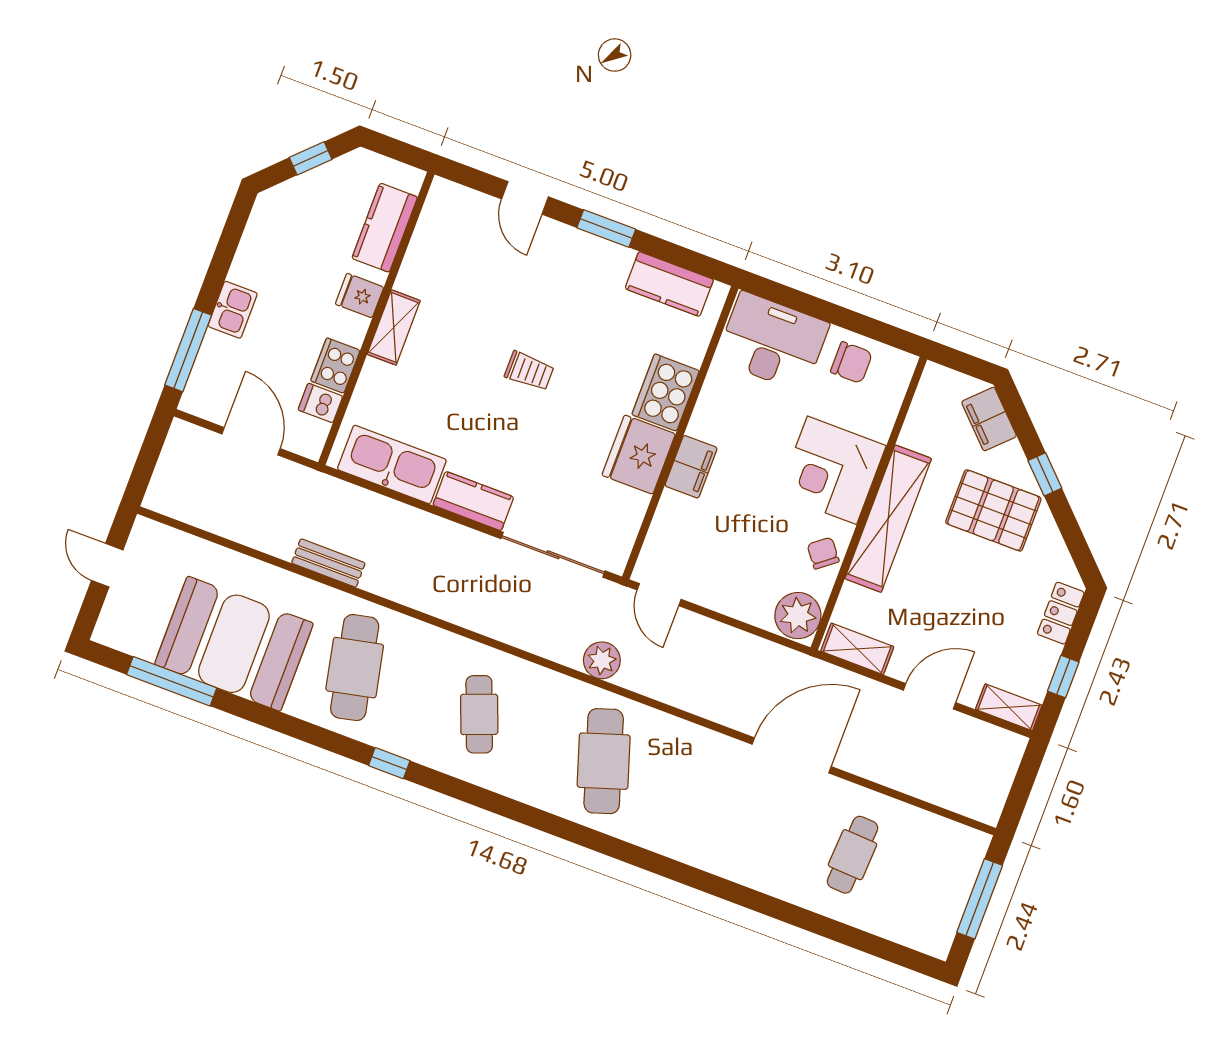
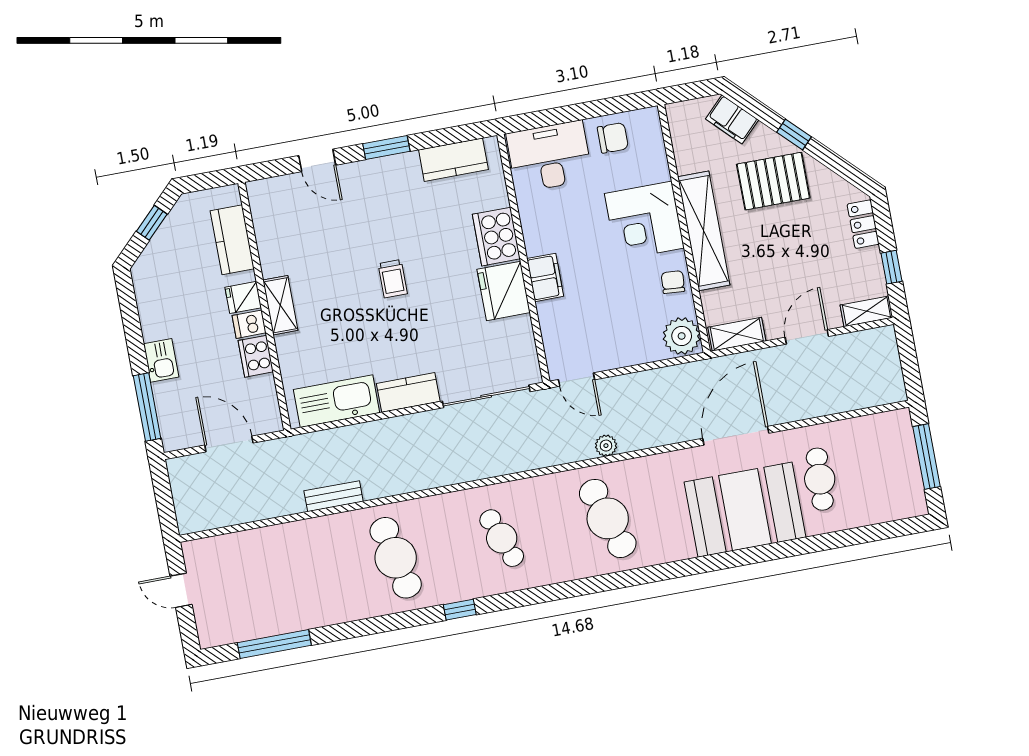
trolley: (529, 371) -> (393, 279), turned 90
dishwasher: (320, 403) -> (249, 324), moved
chair: (823, 553) -> (673, 282), turned 42
booth: (234, 644) -> (745, 510), moved
plant: (602, 660) -> (606, 446), moved, width x0.73, depth x0.73

